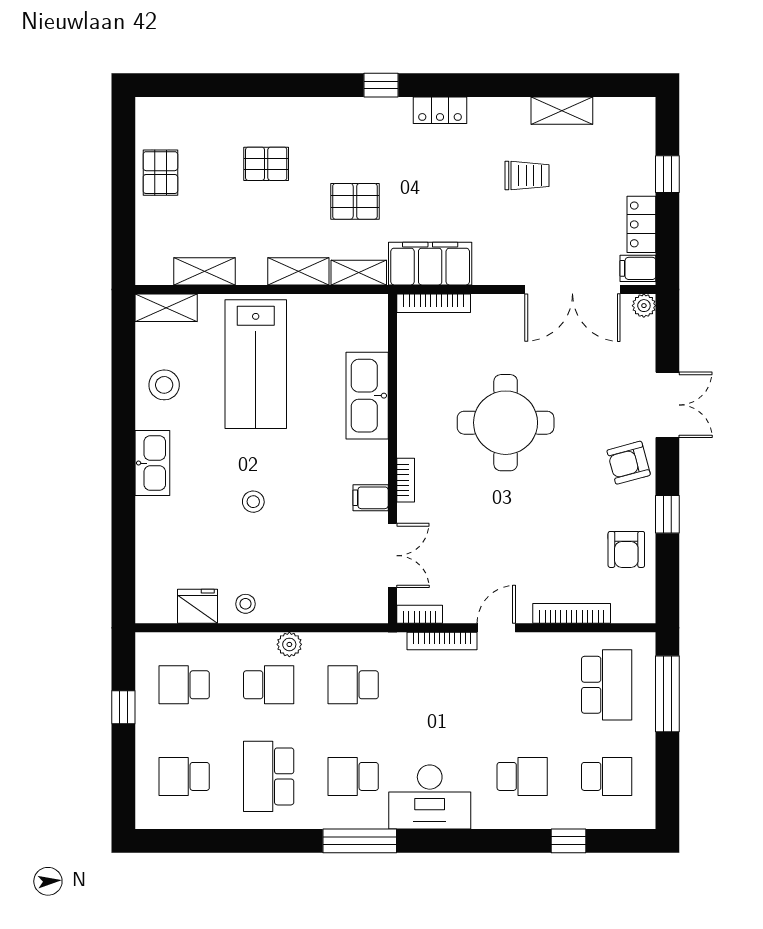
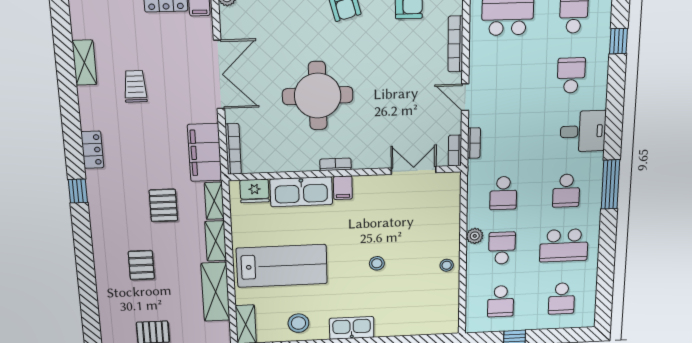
shelving: (204, 271) -> (215, 292), width x1.50, depth x1.33
double door: (572, 289) -> (219, 75), moved
bookcase: (406, 480) -> (335, 164), moved
filing cabinet: (371, 498) -> (343, 188), moved
fridge: (197, 606) -> (255, 191), moved, turned -90
bookcase: (442, 641) -> (474, 143), width x0.64
desk: (430, 797) -> (583, 131), width x0.73

